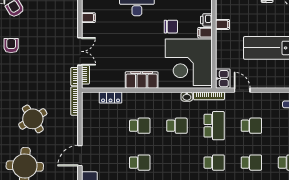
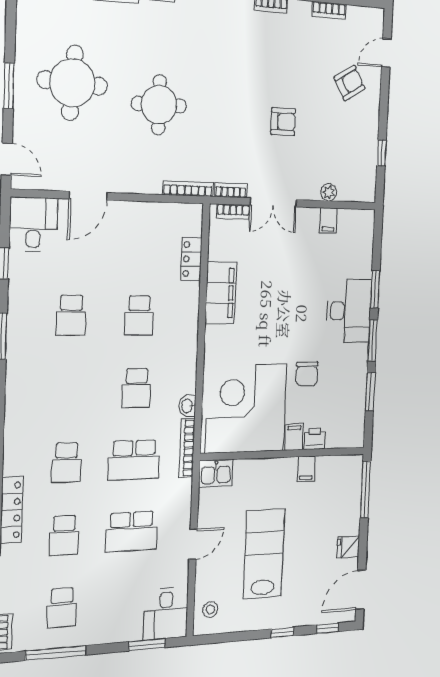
plant: (73, 18) -> (329, 192), added
armchair: (11, 46) -> (283, 122), moved
filing cabinet: (142, 80) -> (221, 293), moved
door: (242, 90) -> (193, 544), moved
round table: (33, 119) -> (159, 105), turned 32
school desk: (251, 126) -> (131, 531), width x1.85
door: (80, 156) -> (88, 196), swing flipped

